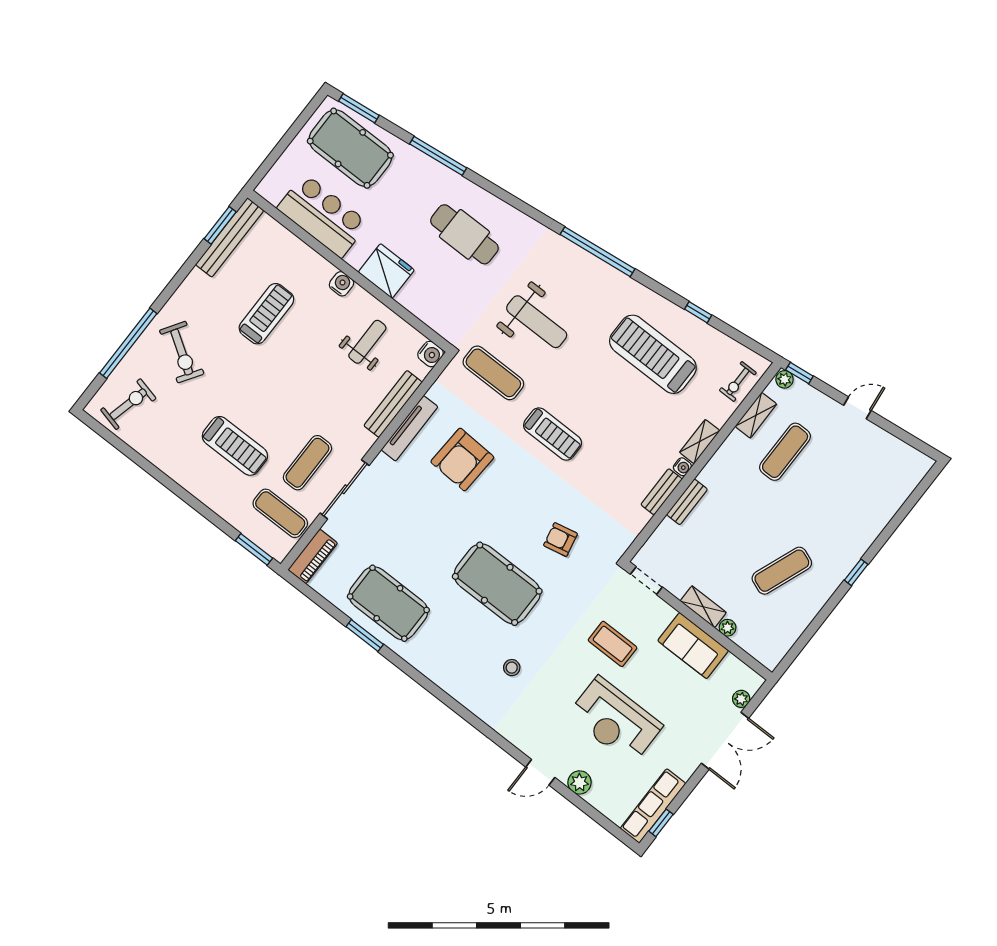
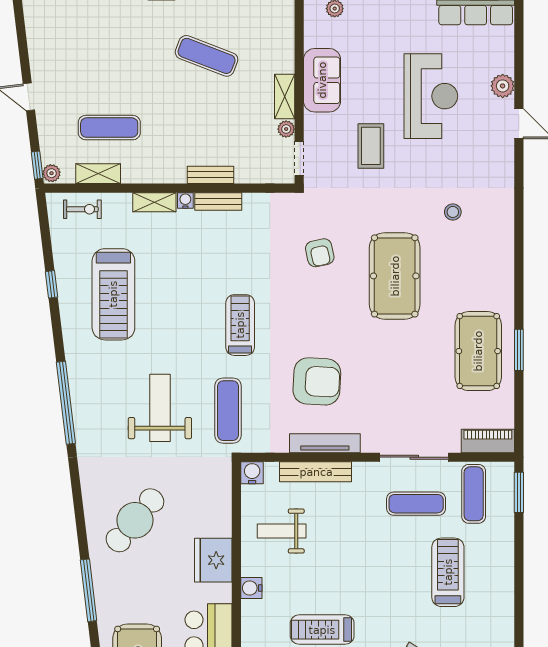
cafe table: (464, 234) -> (135, 520), turned 40
plant: (728, 628) -> (286, 129), moved

